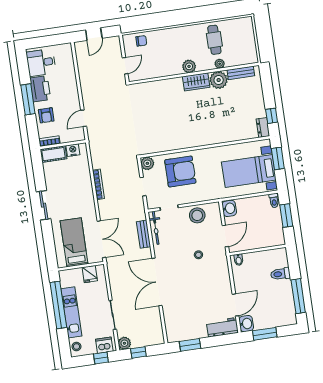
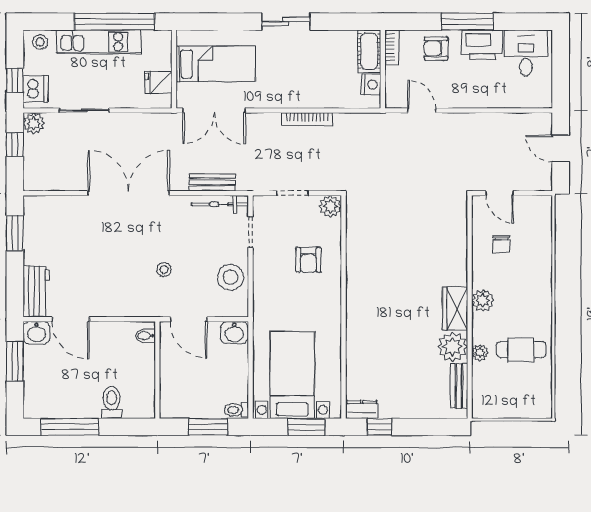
chair: (141, 41) -> (501, 244), moved
armchair: (180, 171) -> (308, 260), width x0.53, depth x0.53

